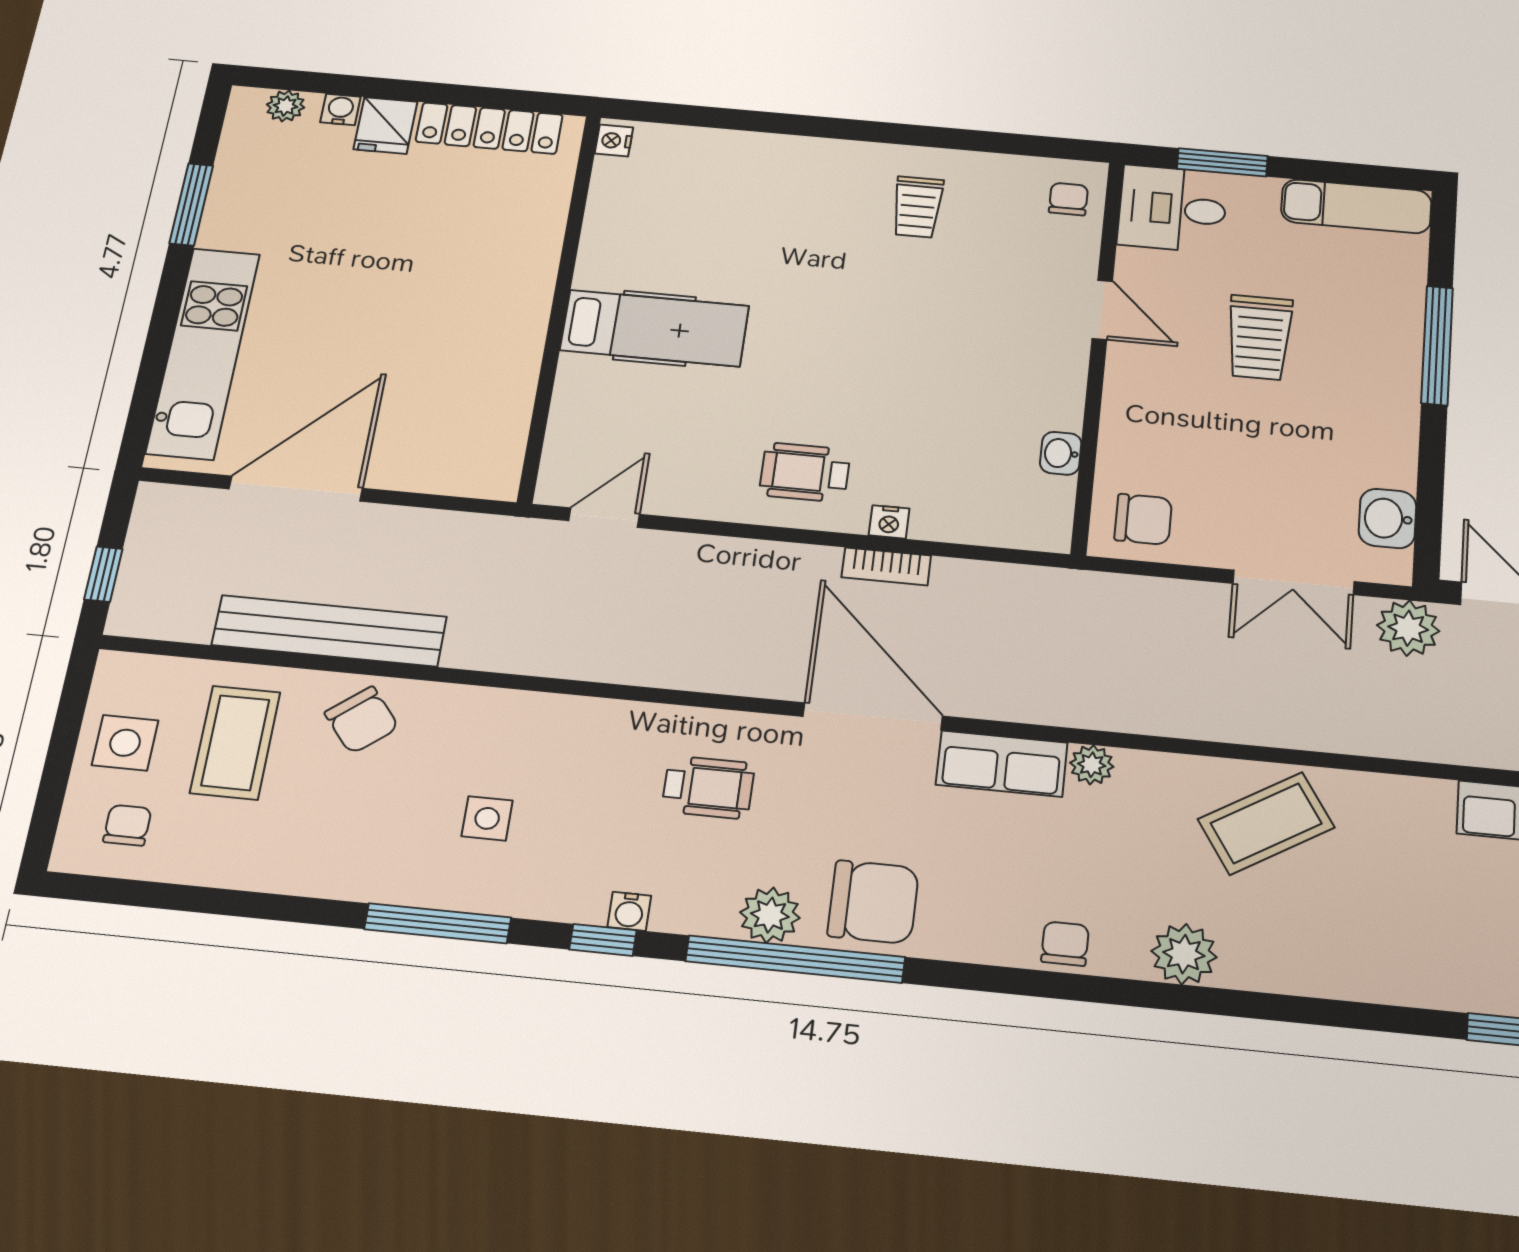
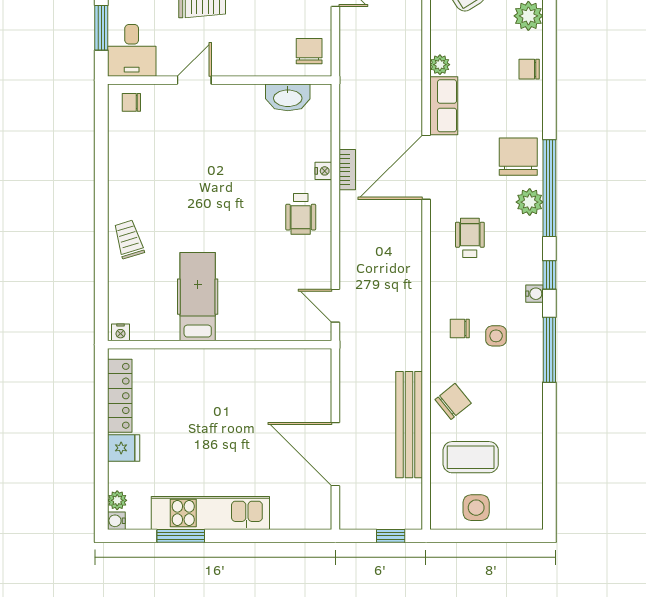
water cooler: (340, 109) -> (116, 521), moved
trolley: (917, 207) -> (129, 239), moved, turned -107
hospital bed: (655, 328) -> (198, 297), moved
kitchen unit: (203, 353) -> (210, 513), moved
washbasin: (1061, 453) -> (288, 97), width x1.91, depth x1.45
chair: (127, 825) -> (460, 329), moved
water cooler: (629, 911) -> (534, 294), moved

